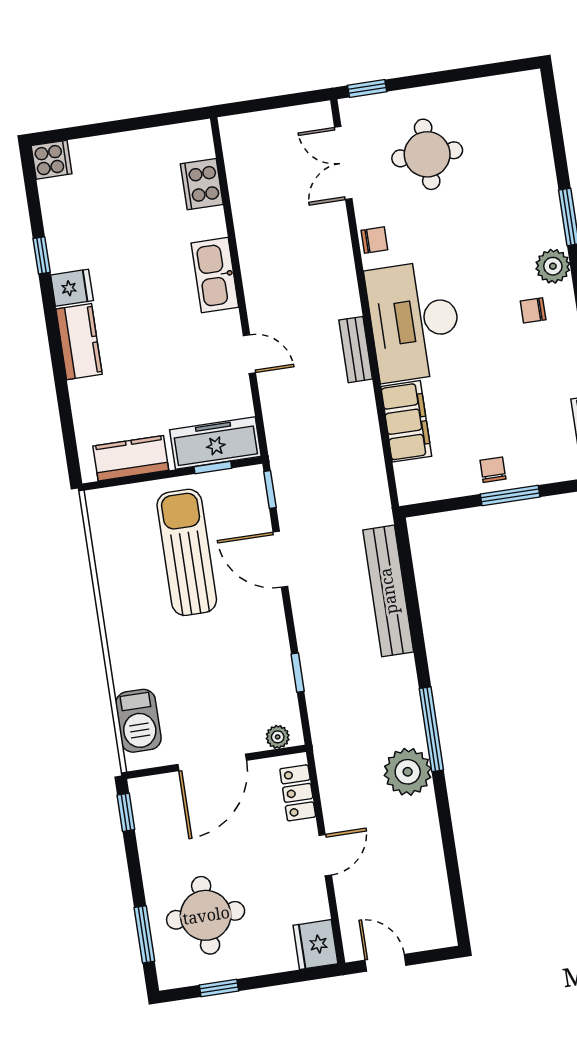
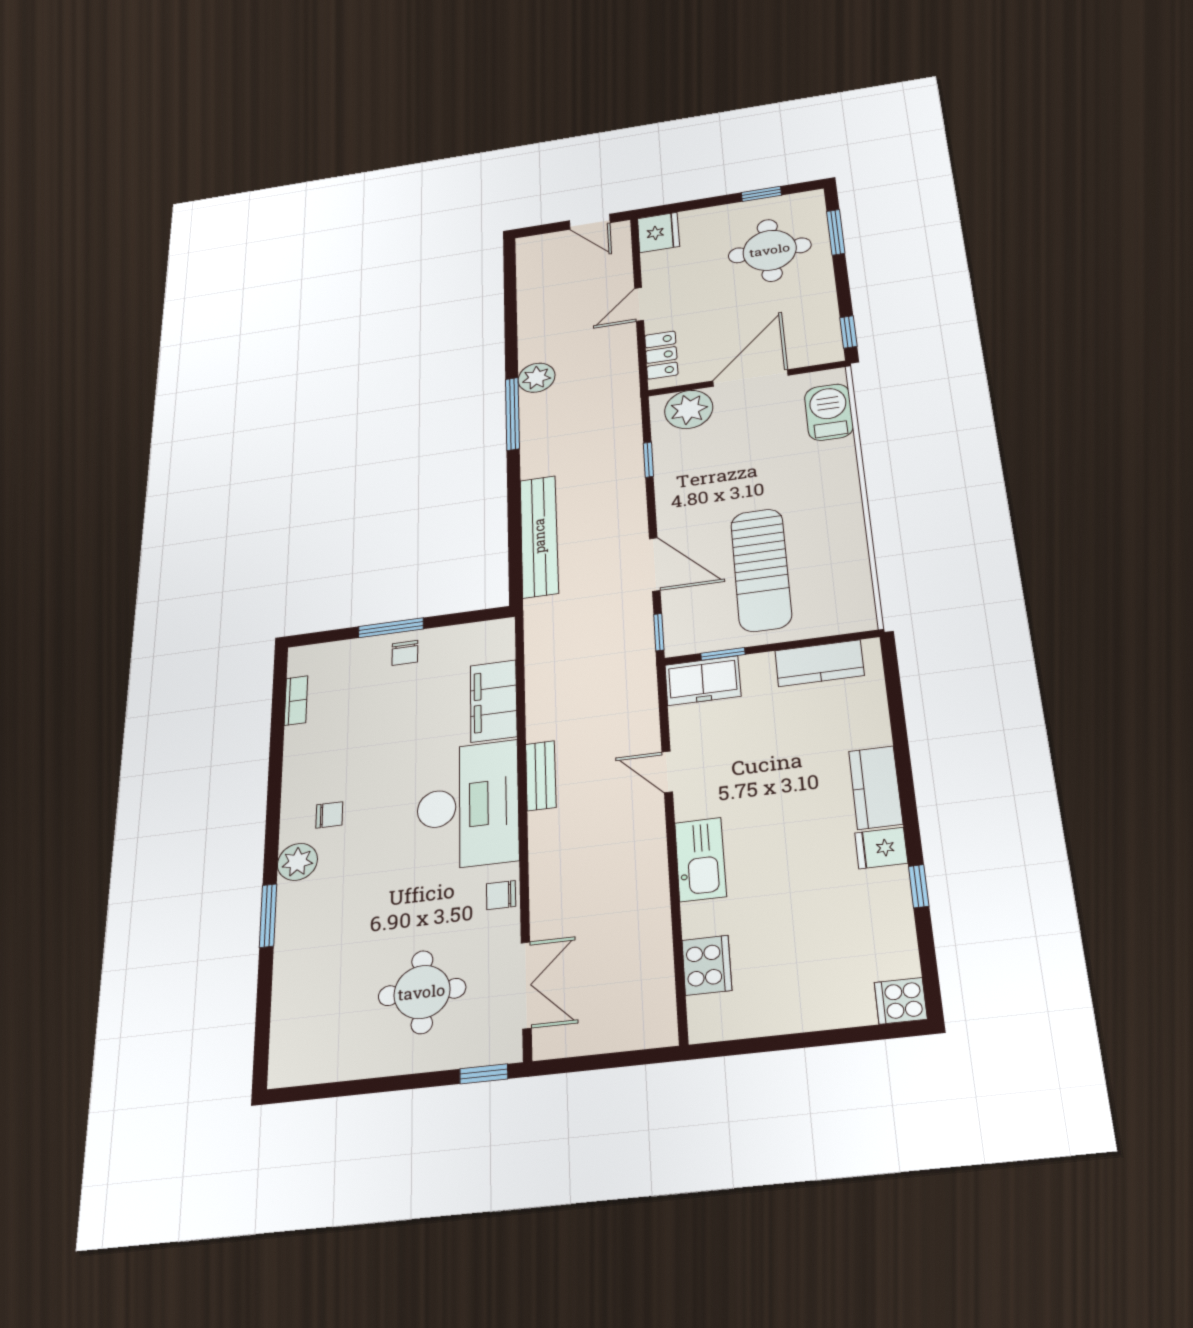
freezer: (215, 443) -> (703, 681), width x0.71
plant: (278, 737) -> (689, 409), width x1.88, depth x1.88
plant: (408, 772) -> (536, 378), width x0.73, depth x0.73

